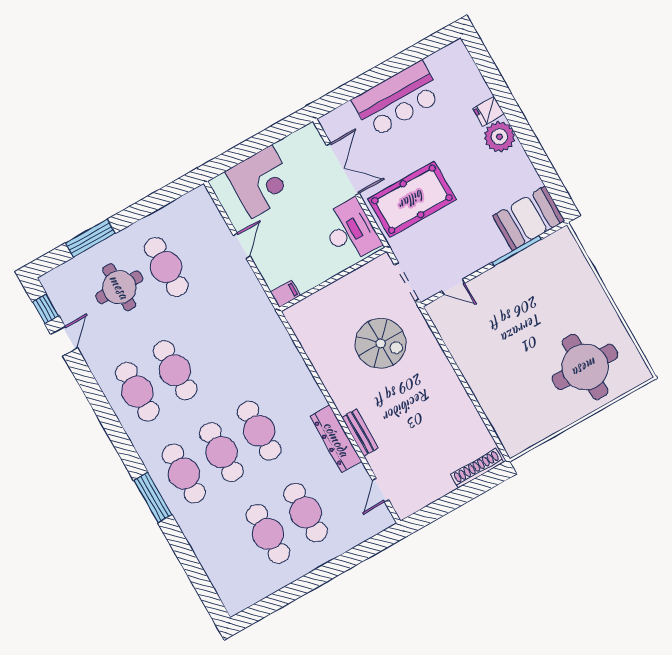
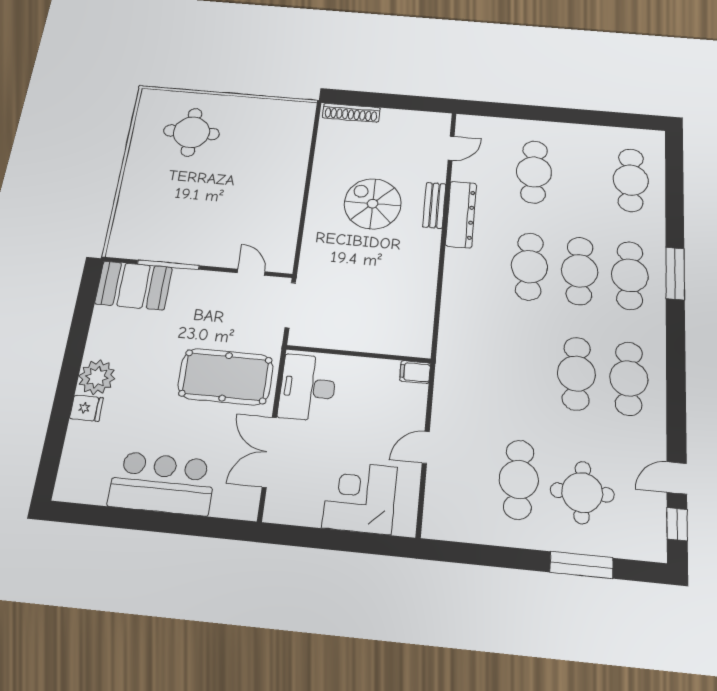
spiral stairs: (381, 343) -> (373, 204), moved
round table: (585, 367) -> (192, 132), width x0.73, depth x0.73
cafe table: (268, 534) -> (631, 180), moved

